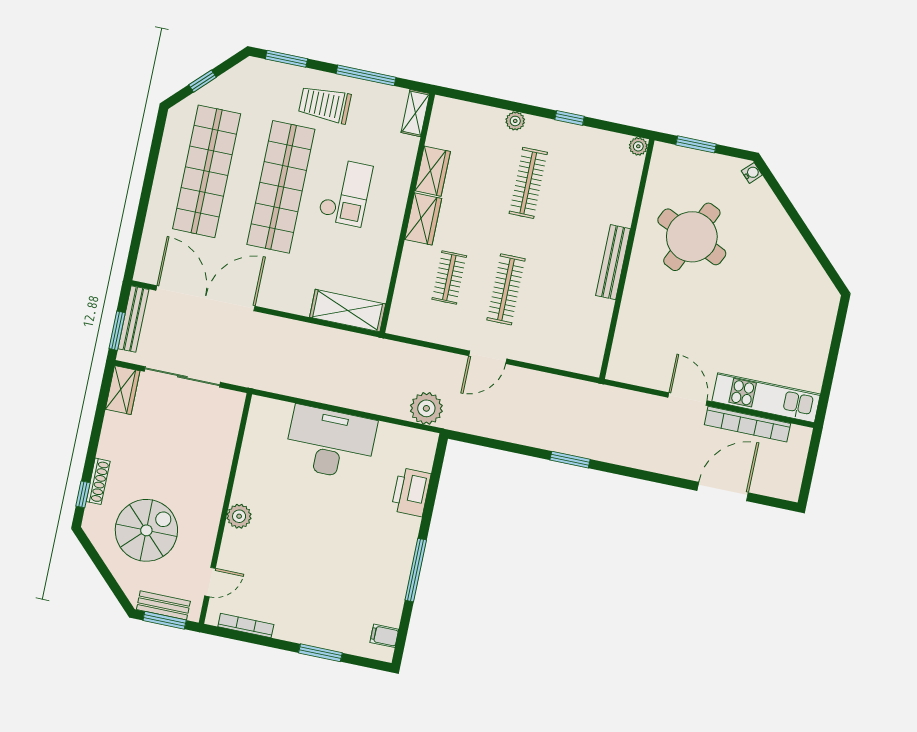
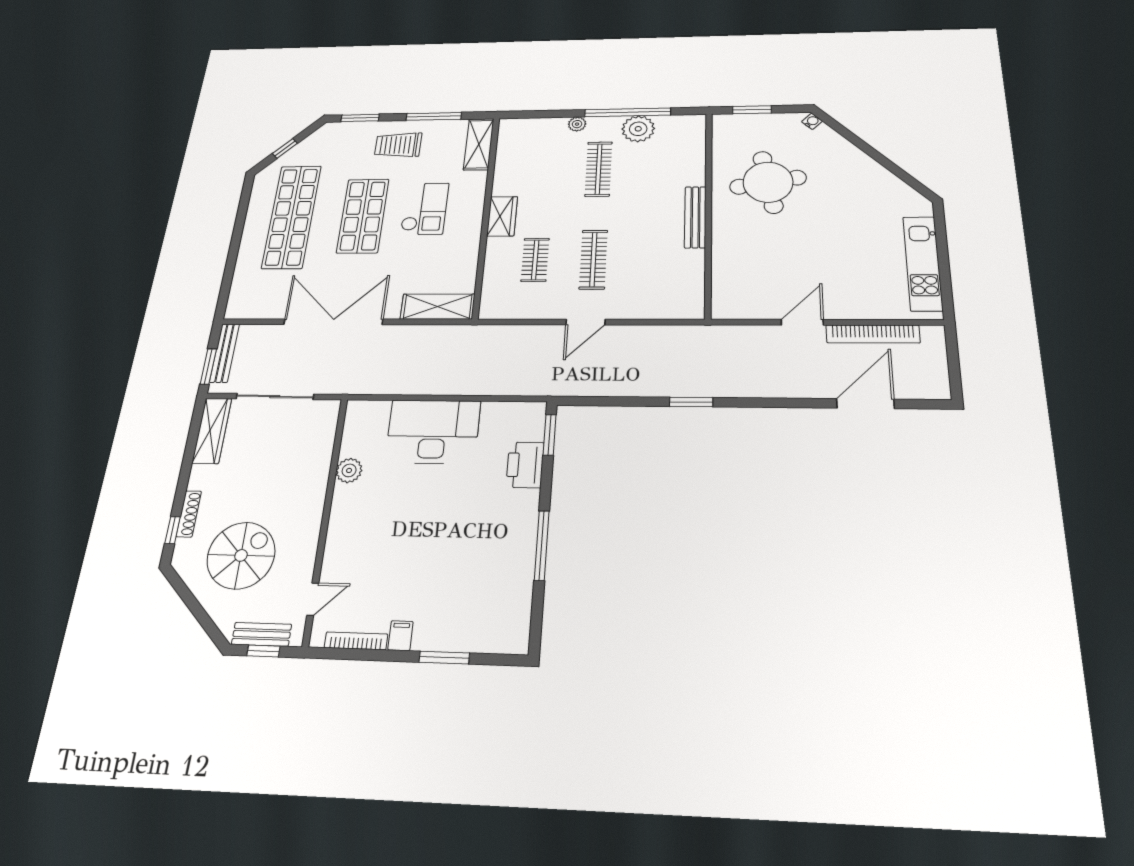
shelving: (415, 113) -> (479, 144), width x1.50, depth x1.33
window: (570, 118) -> (628, 112), width x3.17
plant: (638, 146) -> (638, 129), moved, width x1.88, depth x1.88
wardrobe: (433, 171) -> (506, 177), removed
shop shelf: (281, 187) -> (363, 216), width x0.71
round table: (692, 237) -> (768, 182), turned -35
double door: (205, 298) -> (333, 322), moved
wardrobe: (123, 390) -> (212, 431), width x1.50
kitchen unit: (766, 398) -> (923, 263), moved, turned -90
door: (687, 399) -> (802, 322), hinge flipped
plant: (426, 408) -> (530, 380), removed
window: (437, 467) -> (550, 435), added
plant: (239, 516) -> (349, 470), moved
window: (165, 620) -> (263, 651), width x0.67
filing cabinet: (384, 636) -> (401, 636), moved, turned 90

